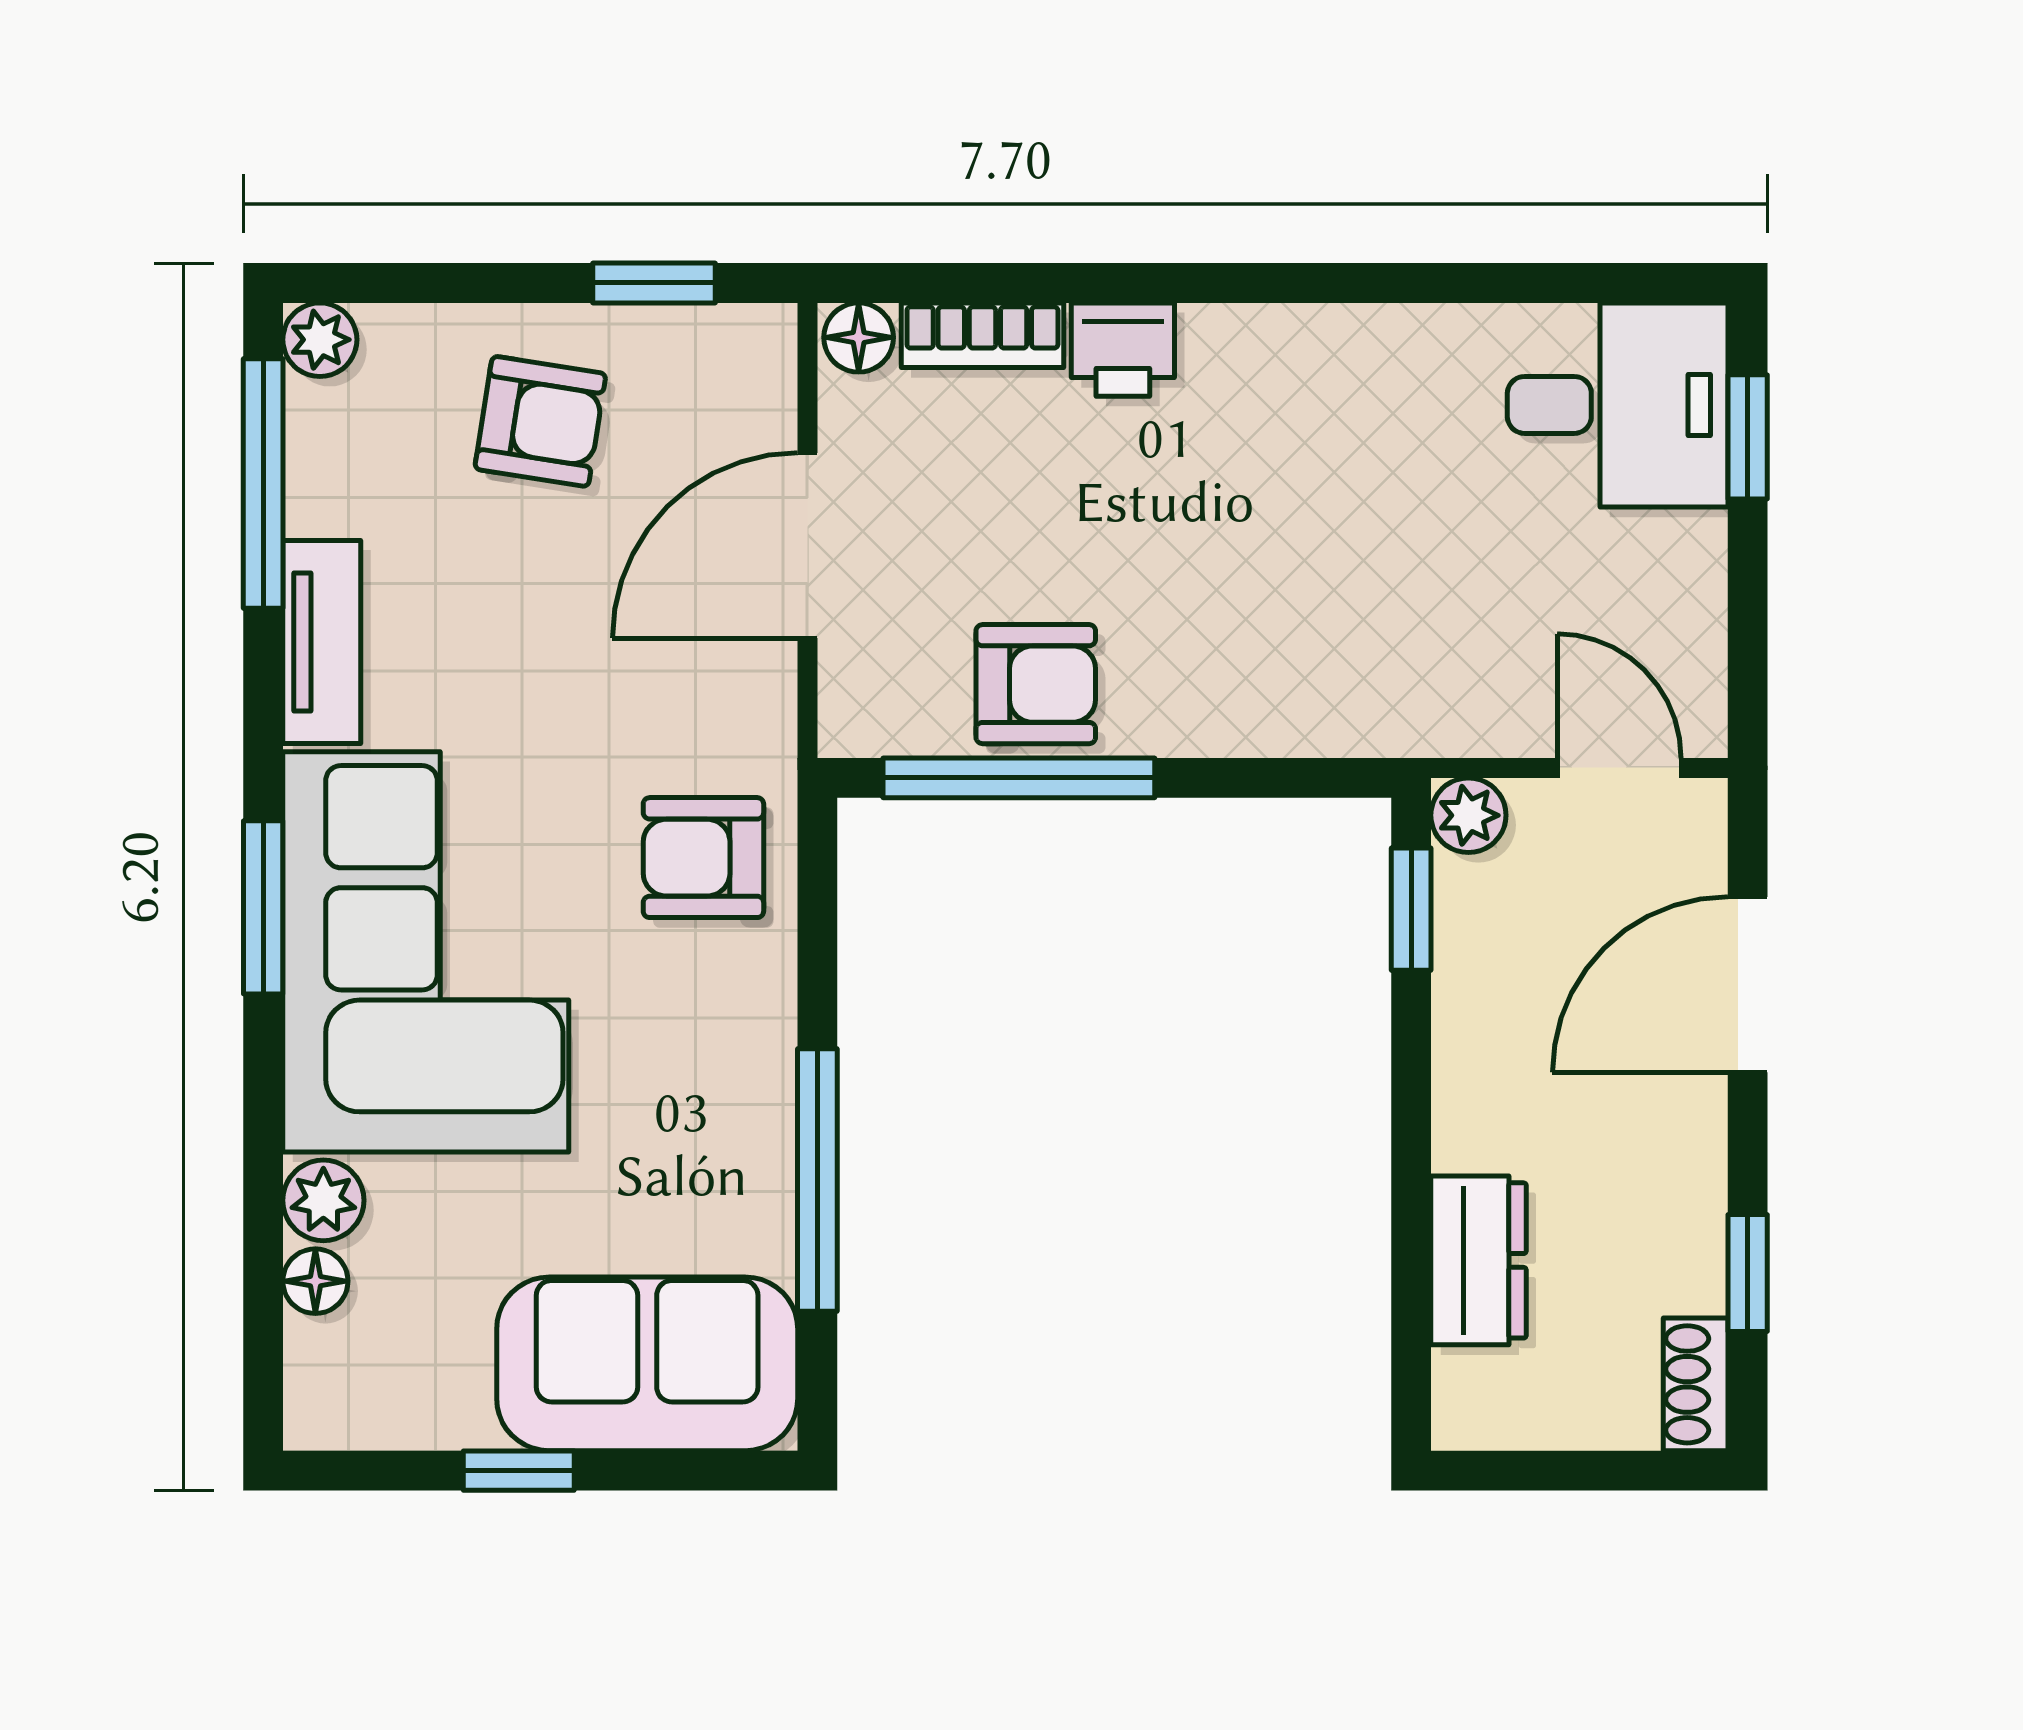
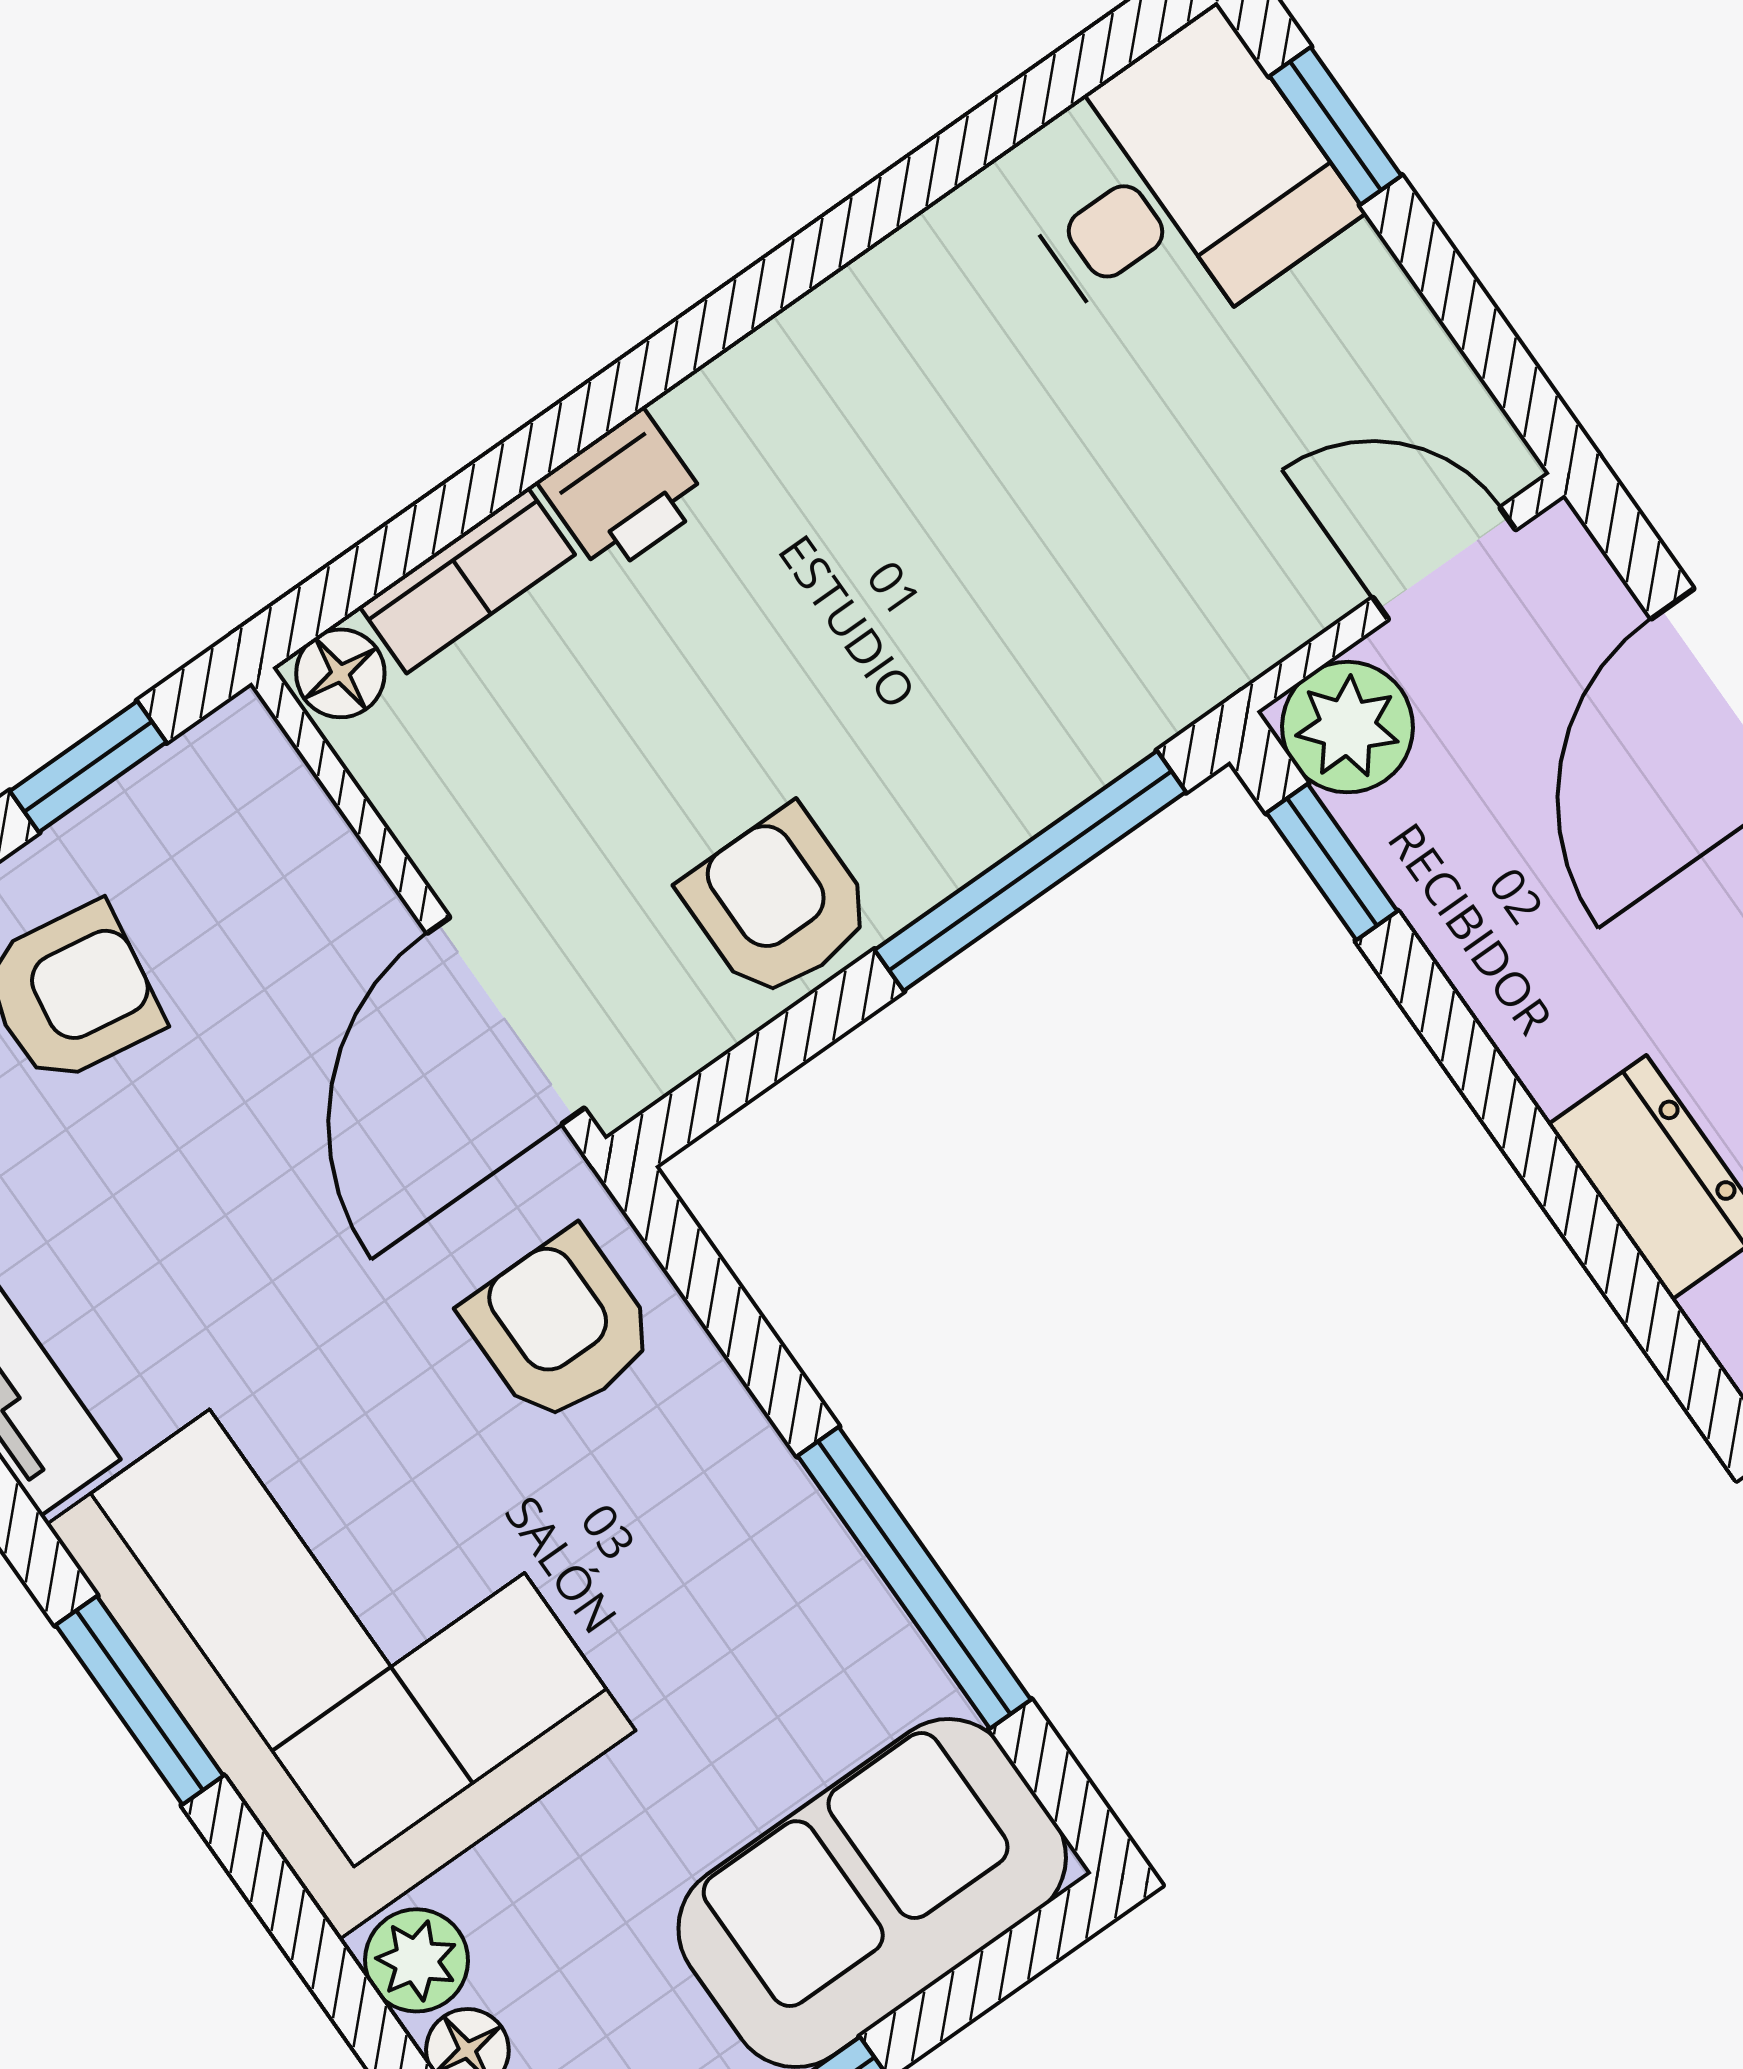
door: (807, 546) -> (506, 1021), moved
armchair: (1036, 684) -> (778, 903), turned -90
window: (1019, 778) -> (1030, 871), moved
plant: (1468, 815) -> (1348, 727), width x1.38, depth x1.38
armchair: (703, 858) -> (560, 1327), turned 90

